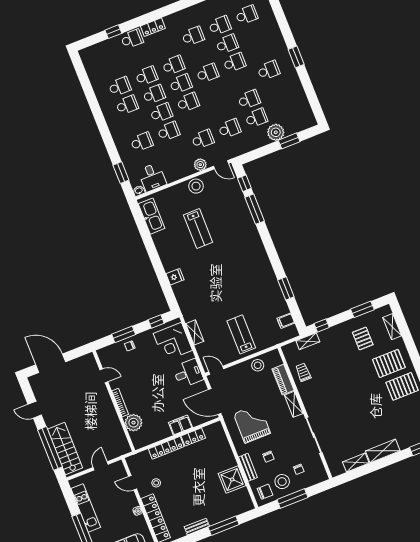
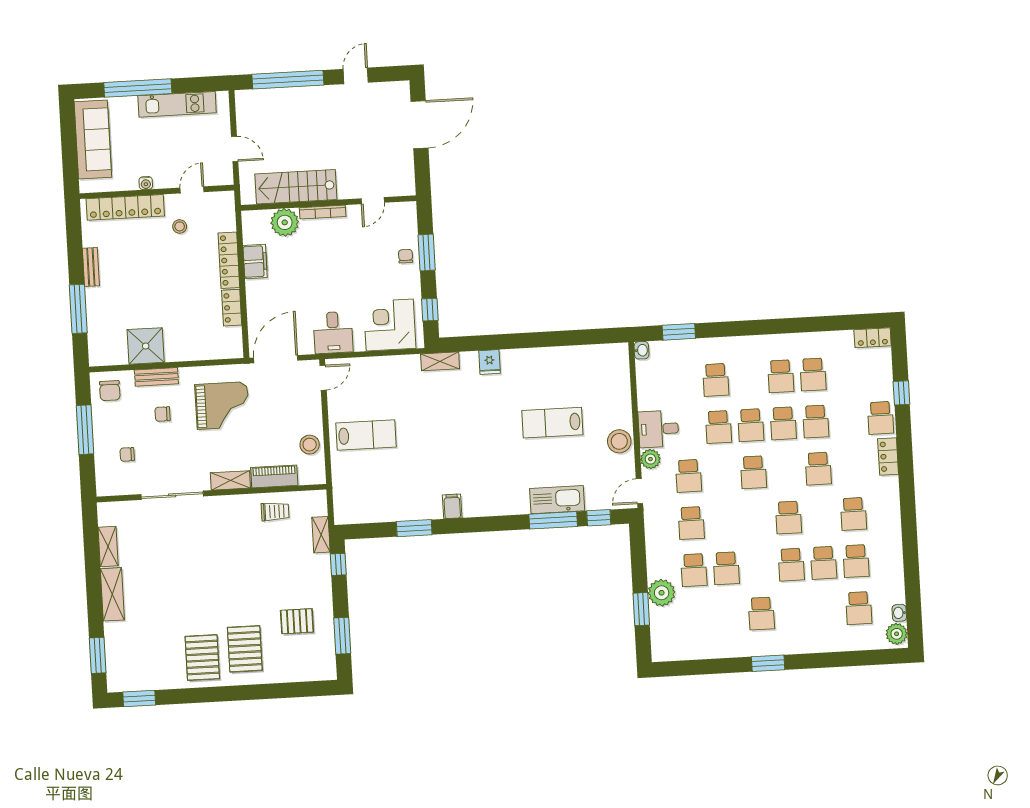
locker: (87, 59) -> (873, 338), added
school desk: (181, 84) -> (786, 470), removed
desk: (152, 177) -> (658, 429), moved
kitchen sink: (152, 216) -> (557, 500), moved, turned 180
filing cabinet: (286, 321) -> (452, 506), moved
shelving: (392, 327) -> (300, 673), removed
shelving: (195, 332) -> (440, 361), moved
filing cabinet: (180, 425) -> (255, 261), moved
stairs: (65, 448) -> (296, 187), moved, turned 180
stool: (282, 482) -> (117, 423), removed

